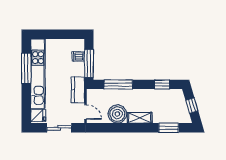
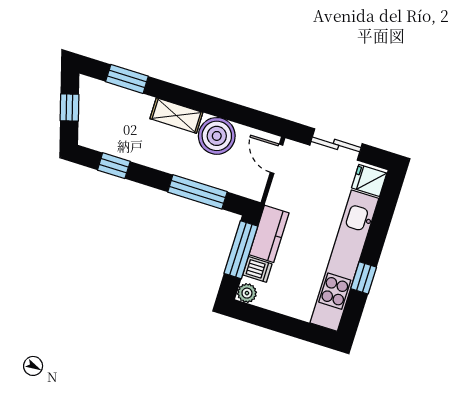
plant: (80, 44) -> (247, 293), added
window: (26, 68) -> (364, 278), width x0.46
kitchen counter: (78, 90) -> (269, 234), moved

